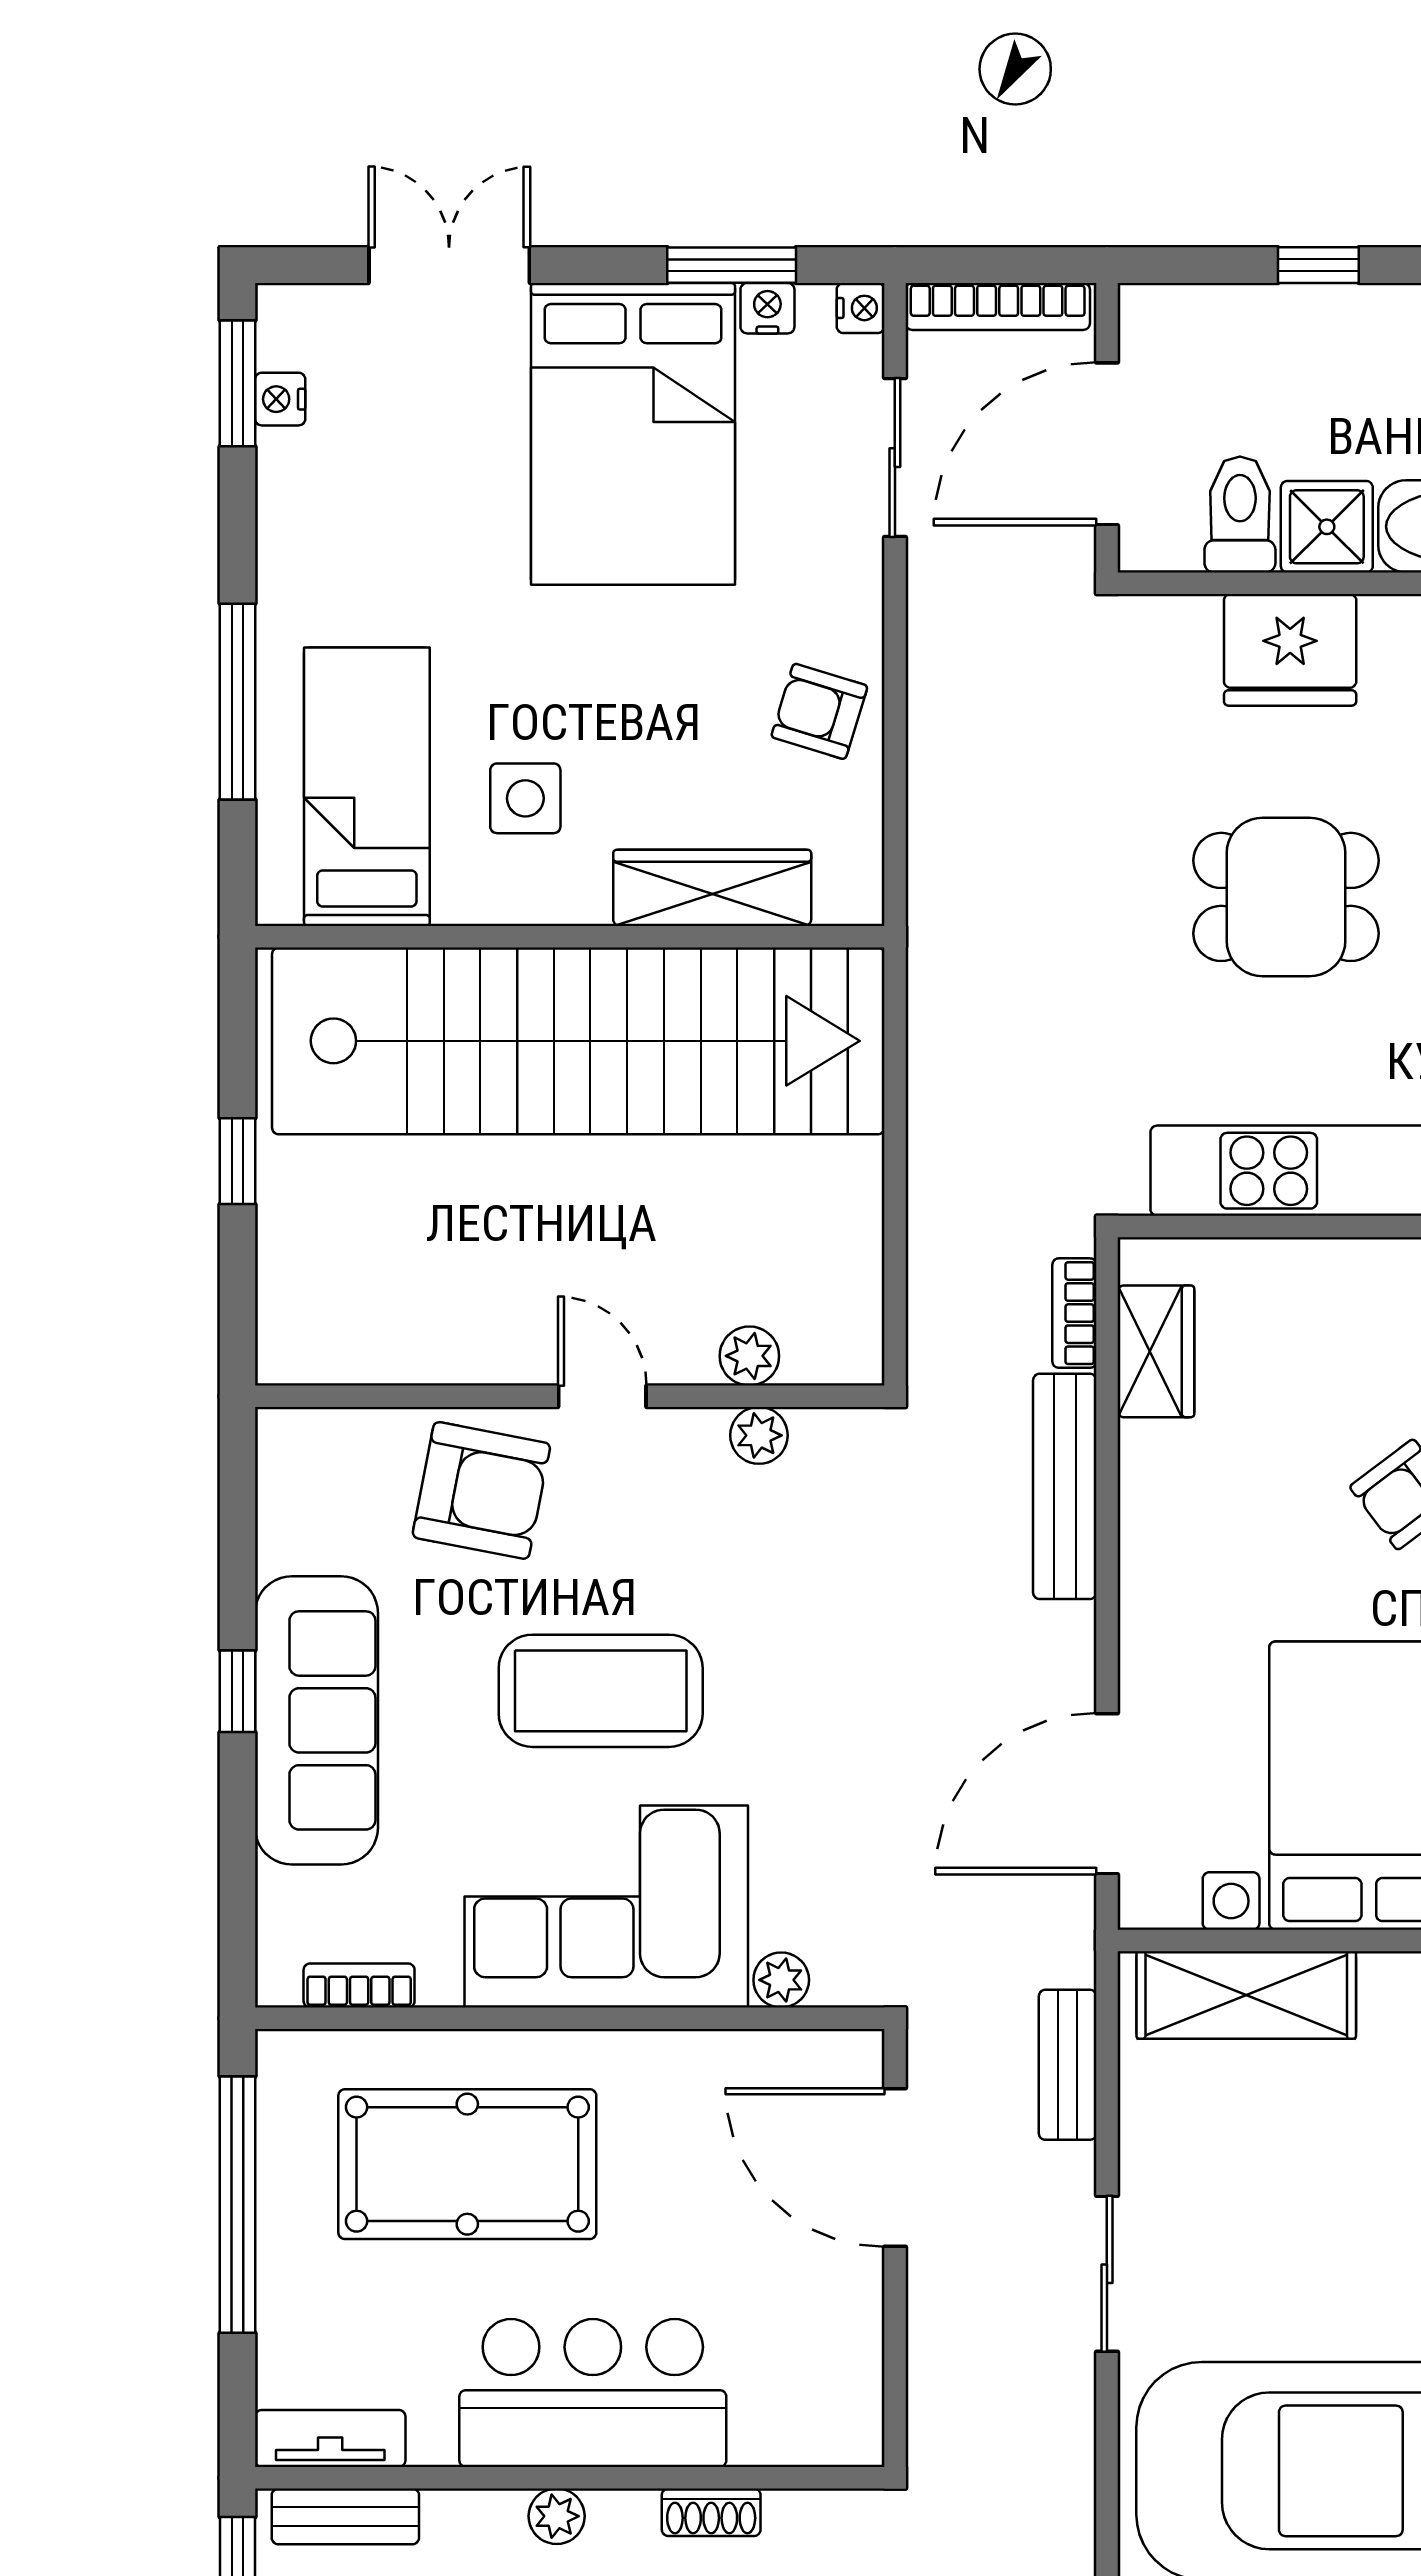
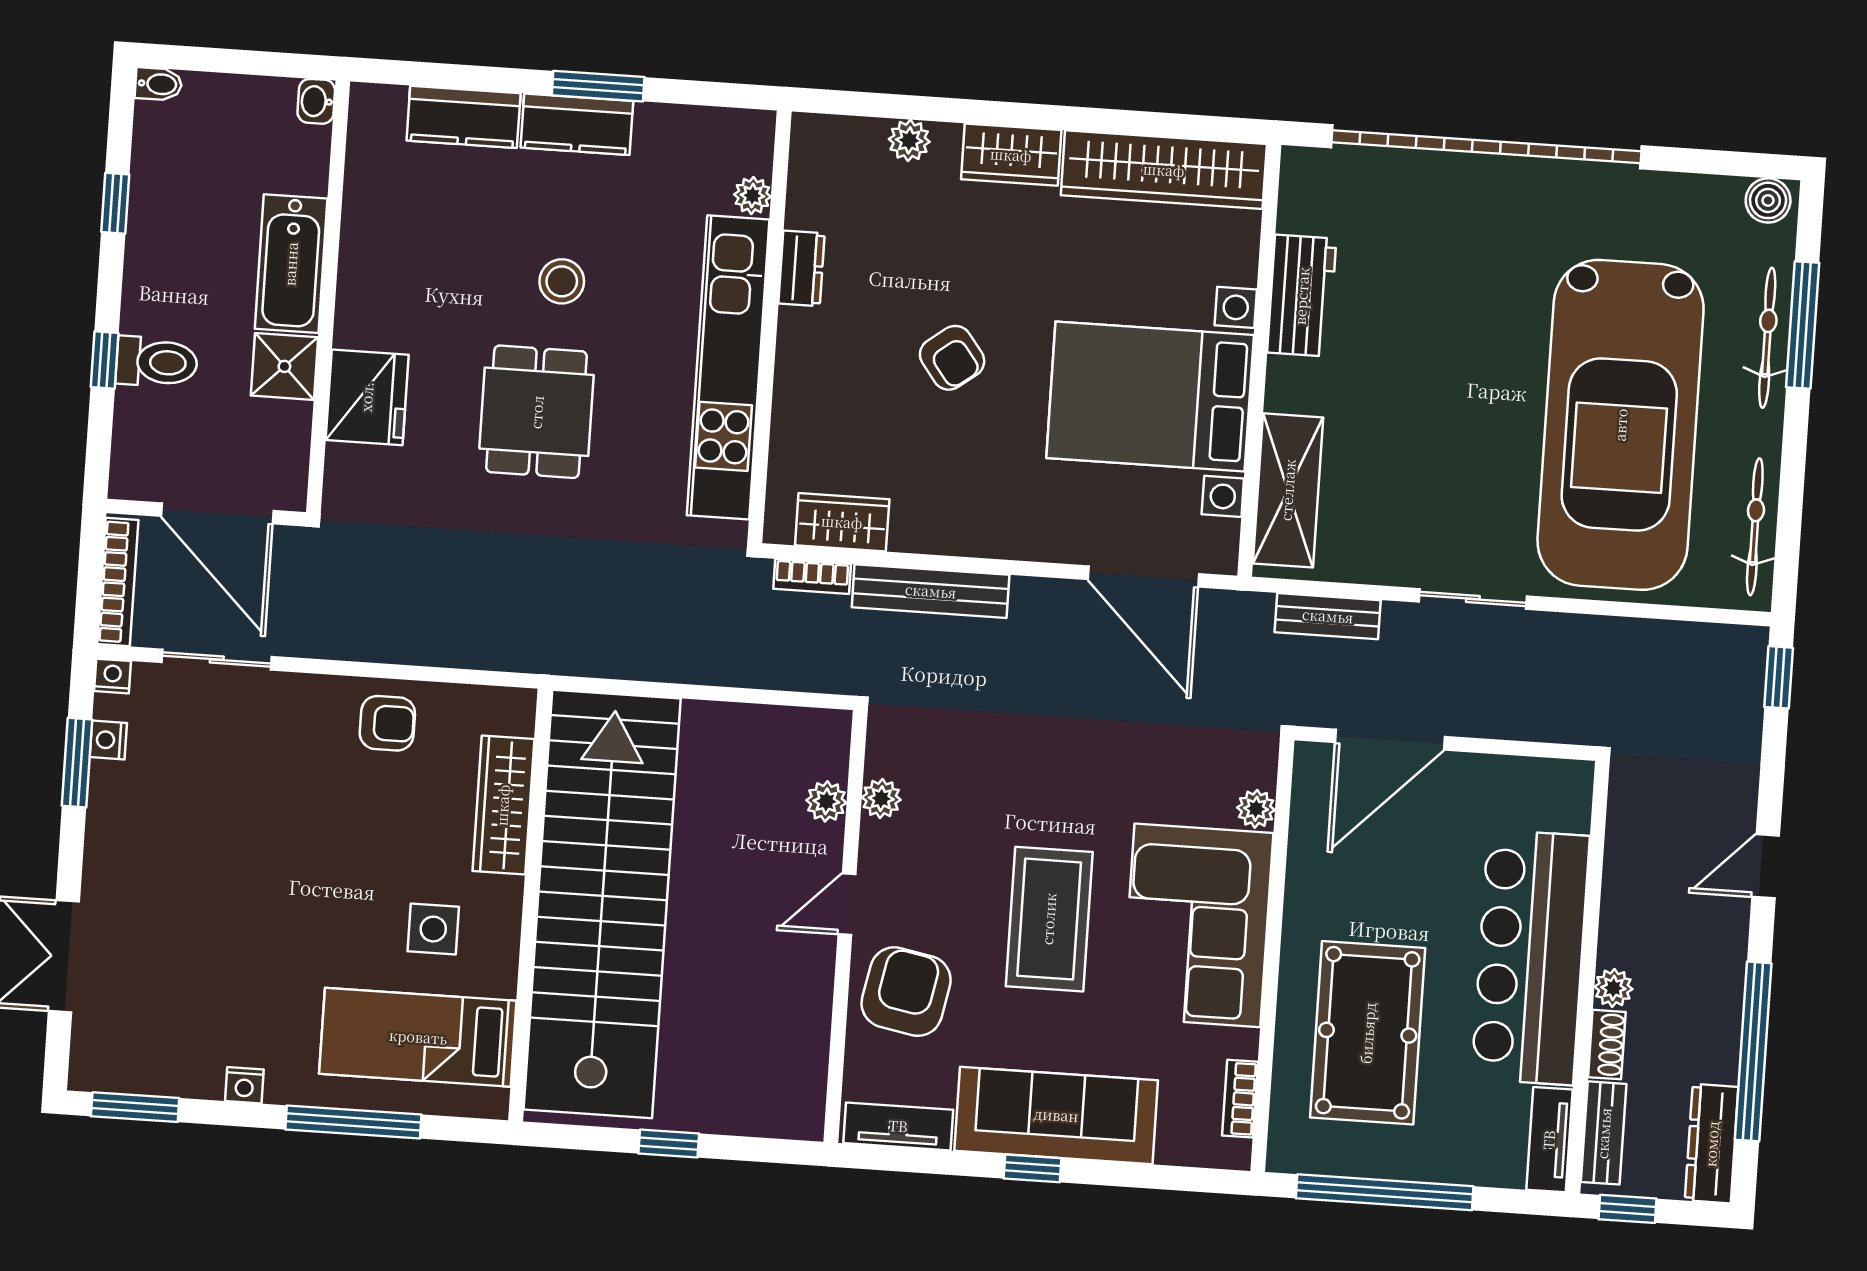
nightstand: (280, 399) -> (244, 1085), moved
bed: (633, 434) -> (188, 838), removed
toilet: (1240, 514) -> (157, 362), moved, turned 180
armchair: (819, 711) -> (387, 723), turned -107
tv unit: (285, 1493) -> (898, 1126), added
bar counter: (593, 2393) -> (1531, 957), width x1.36
shoe rack: (711, 2512) -> (1607, 1045), moved

